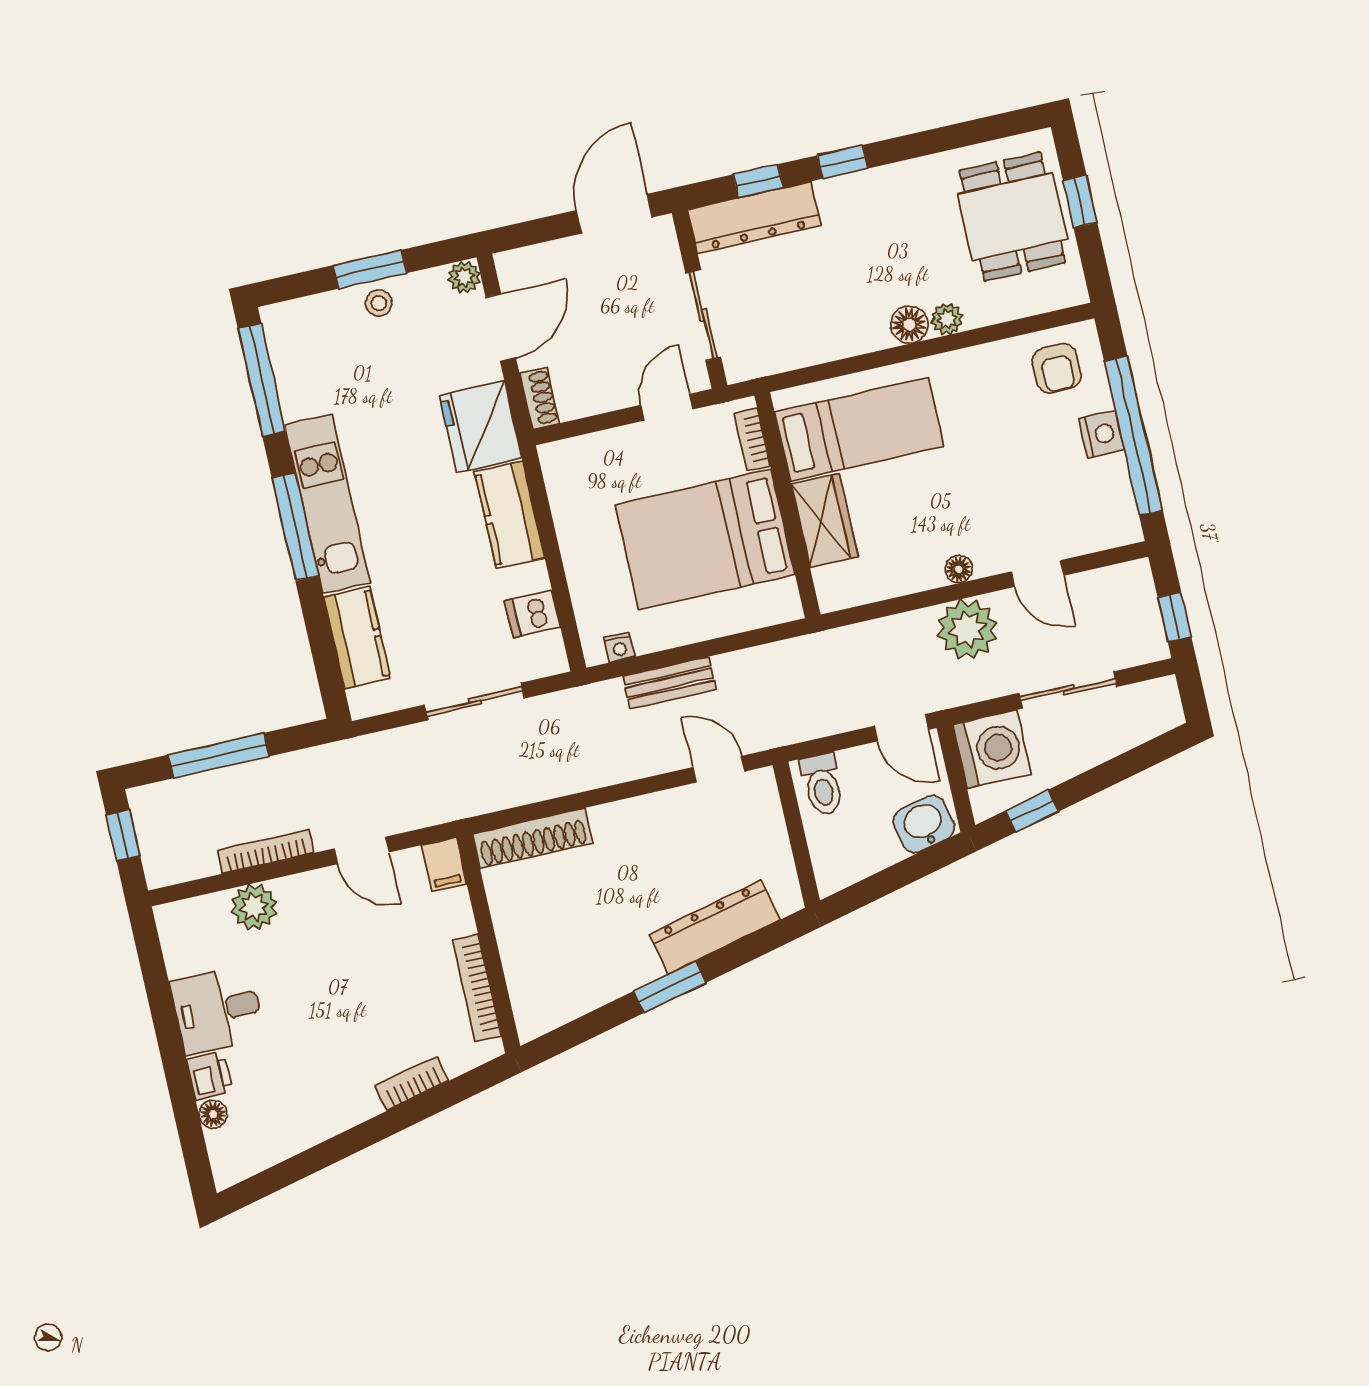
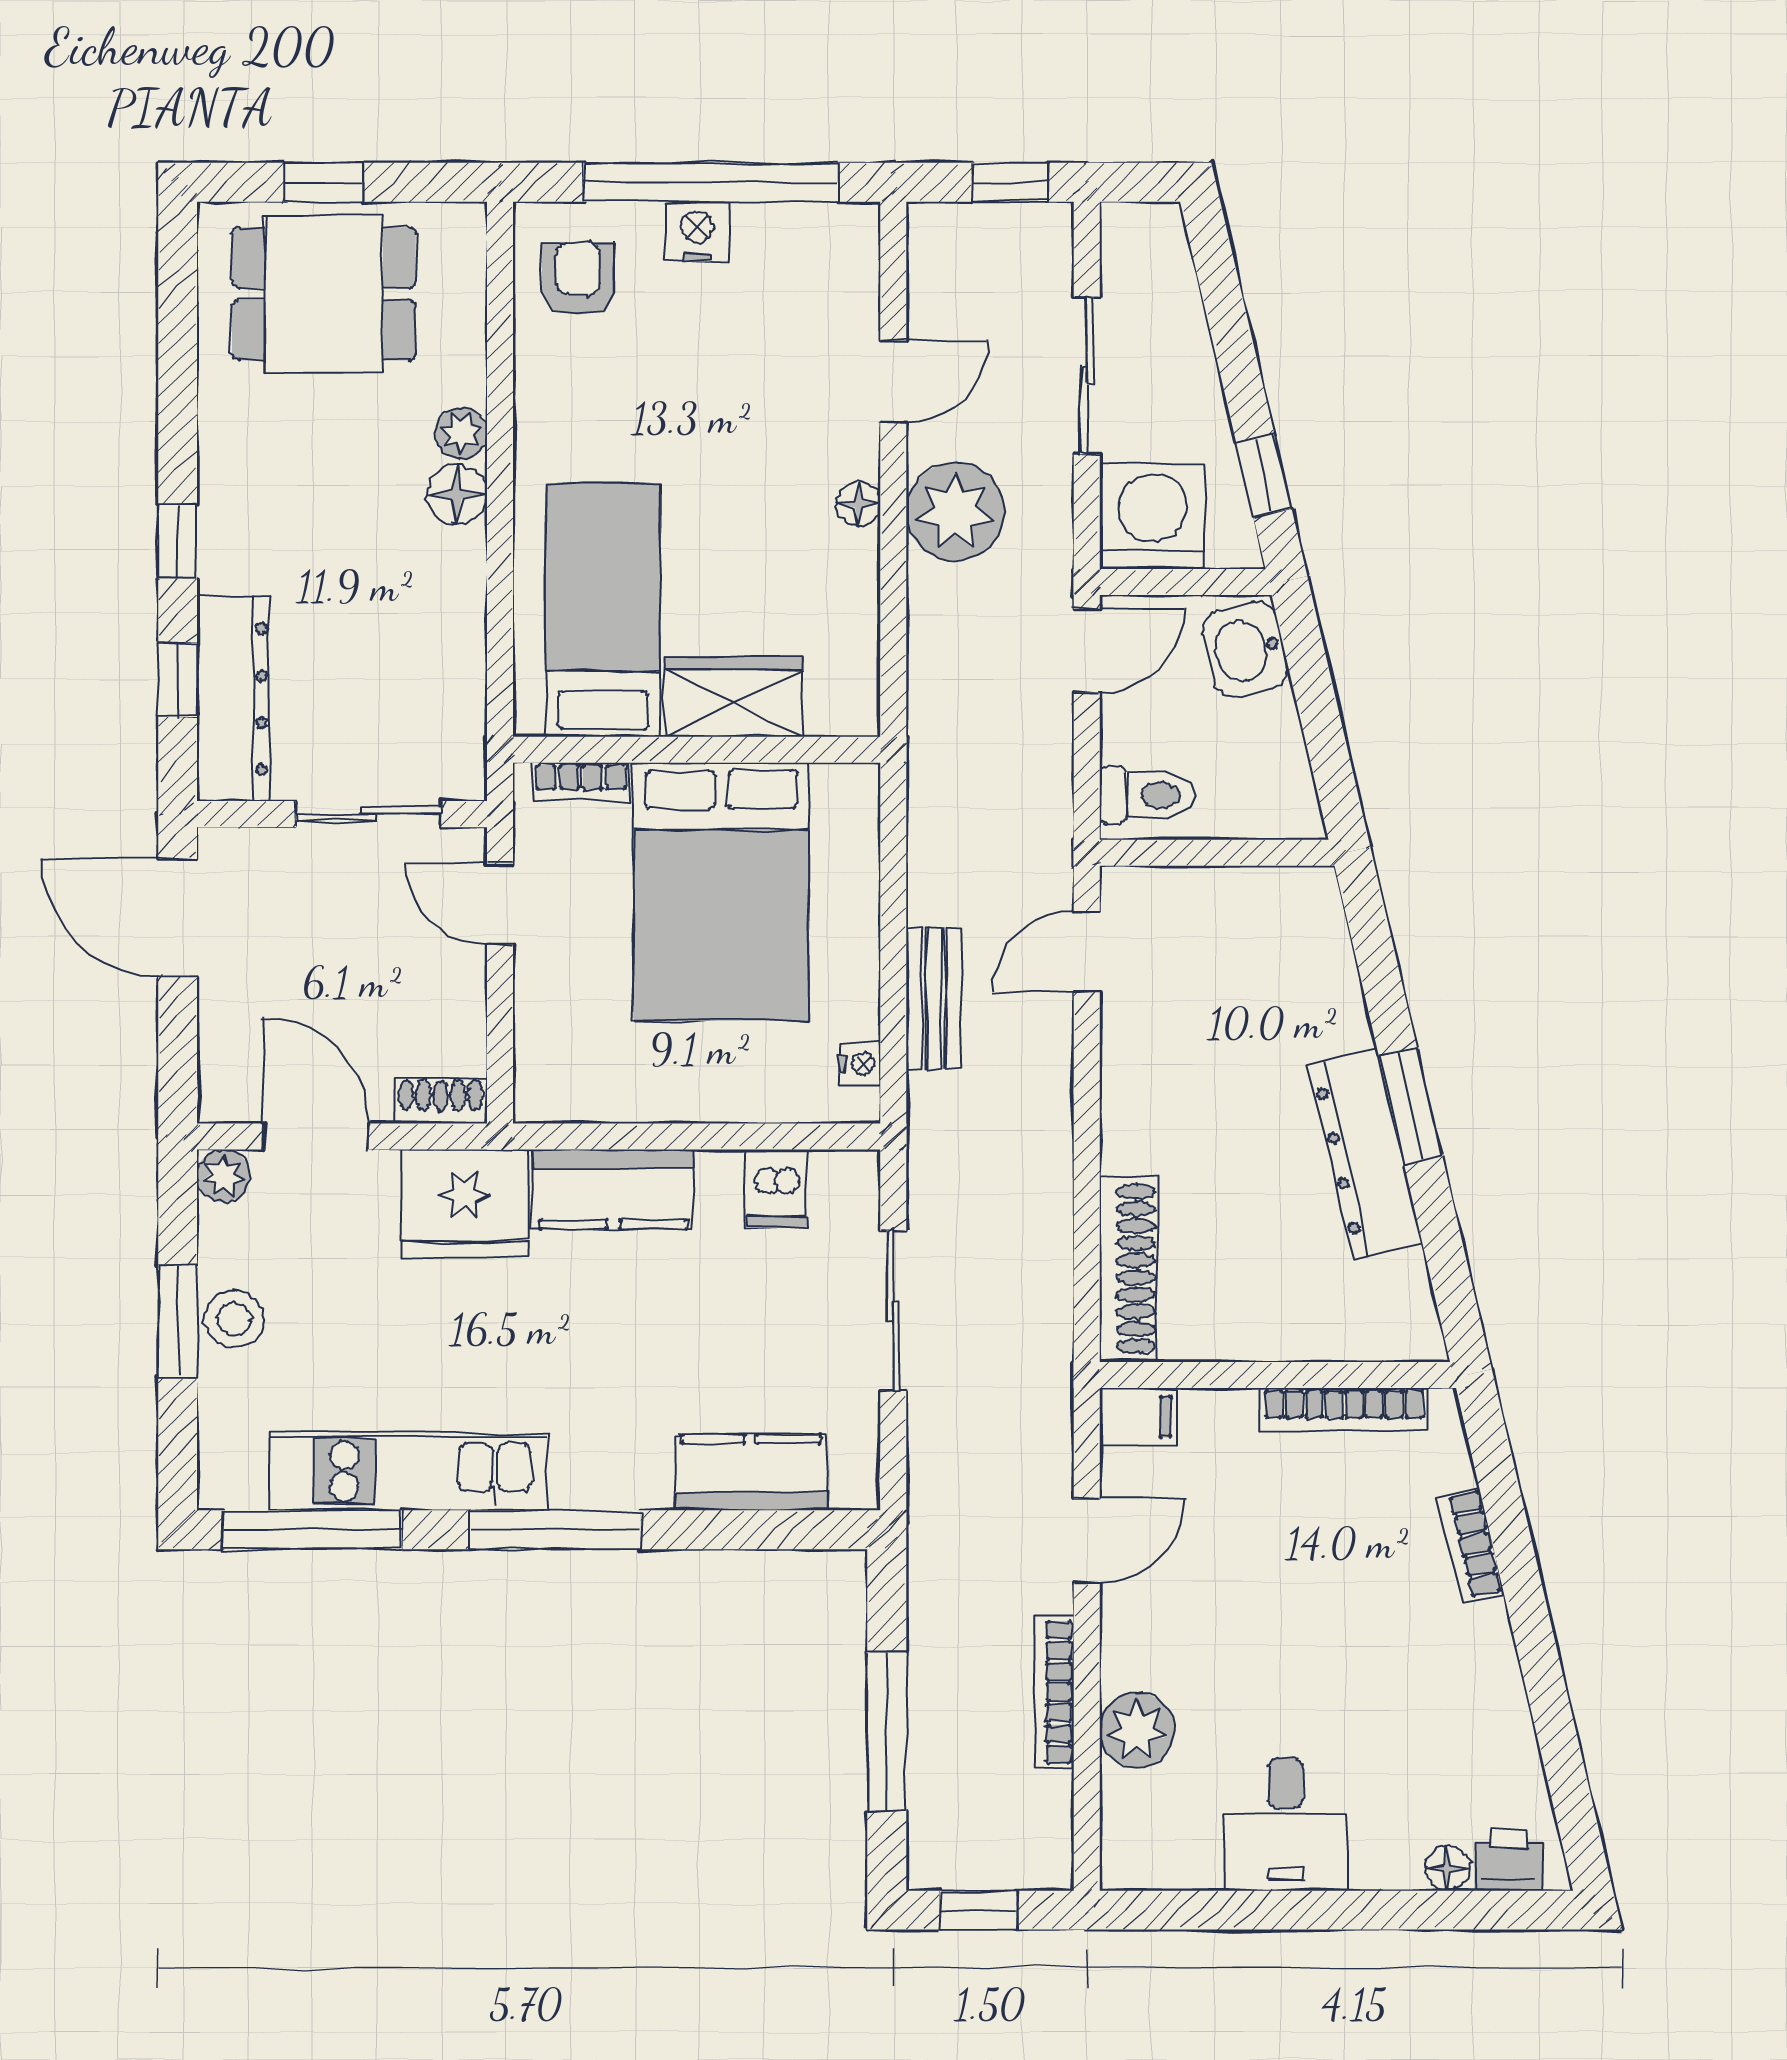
stool: (379, 303) -> (234, 1319), width x1.37, depth x1.37
armchair: (1057, 368) -> (578, 279), turned -90
kitchen unit: (327, 504) -> (409, 1471), moved
dresser: (715, 927) -> (1365, 1155), moved
printer: (210, 1076) -> (1509, 1860), moved

